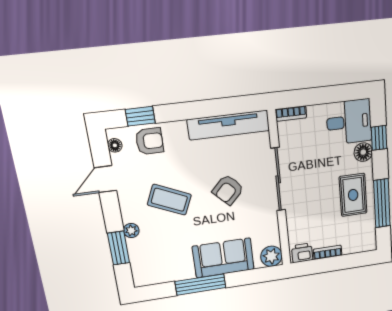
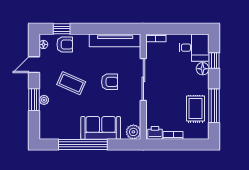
armchair: (228, 190) -> (110, 82), turned -135
rug: (353, 195) -> (195, 109), moved
window: (118, 248) -> (34, 100), moved
window: (200, 285) -> (83, 144), width x1.46

